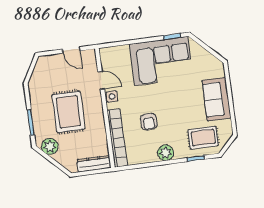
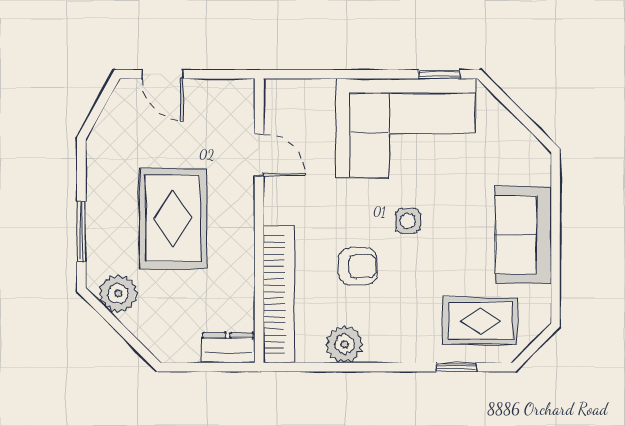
door: (71, 50) -> (162, 74), moved
side table: (112, 96) -> (408, 221), moved
armchair: (149, 122) -> (358, 266), turned -88
plant: (166, 153) -> (345, 344), moved
dresser: (94, 164) -> (228, 348), width x0.70

